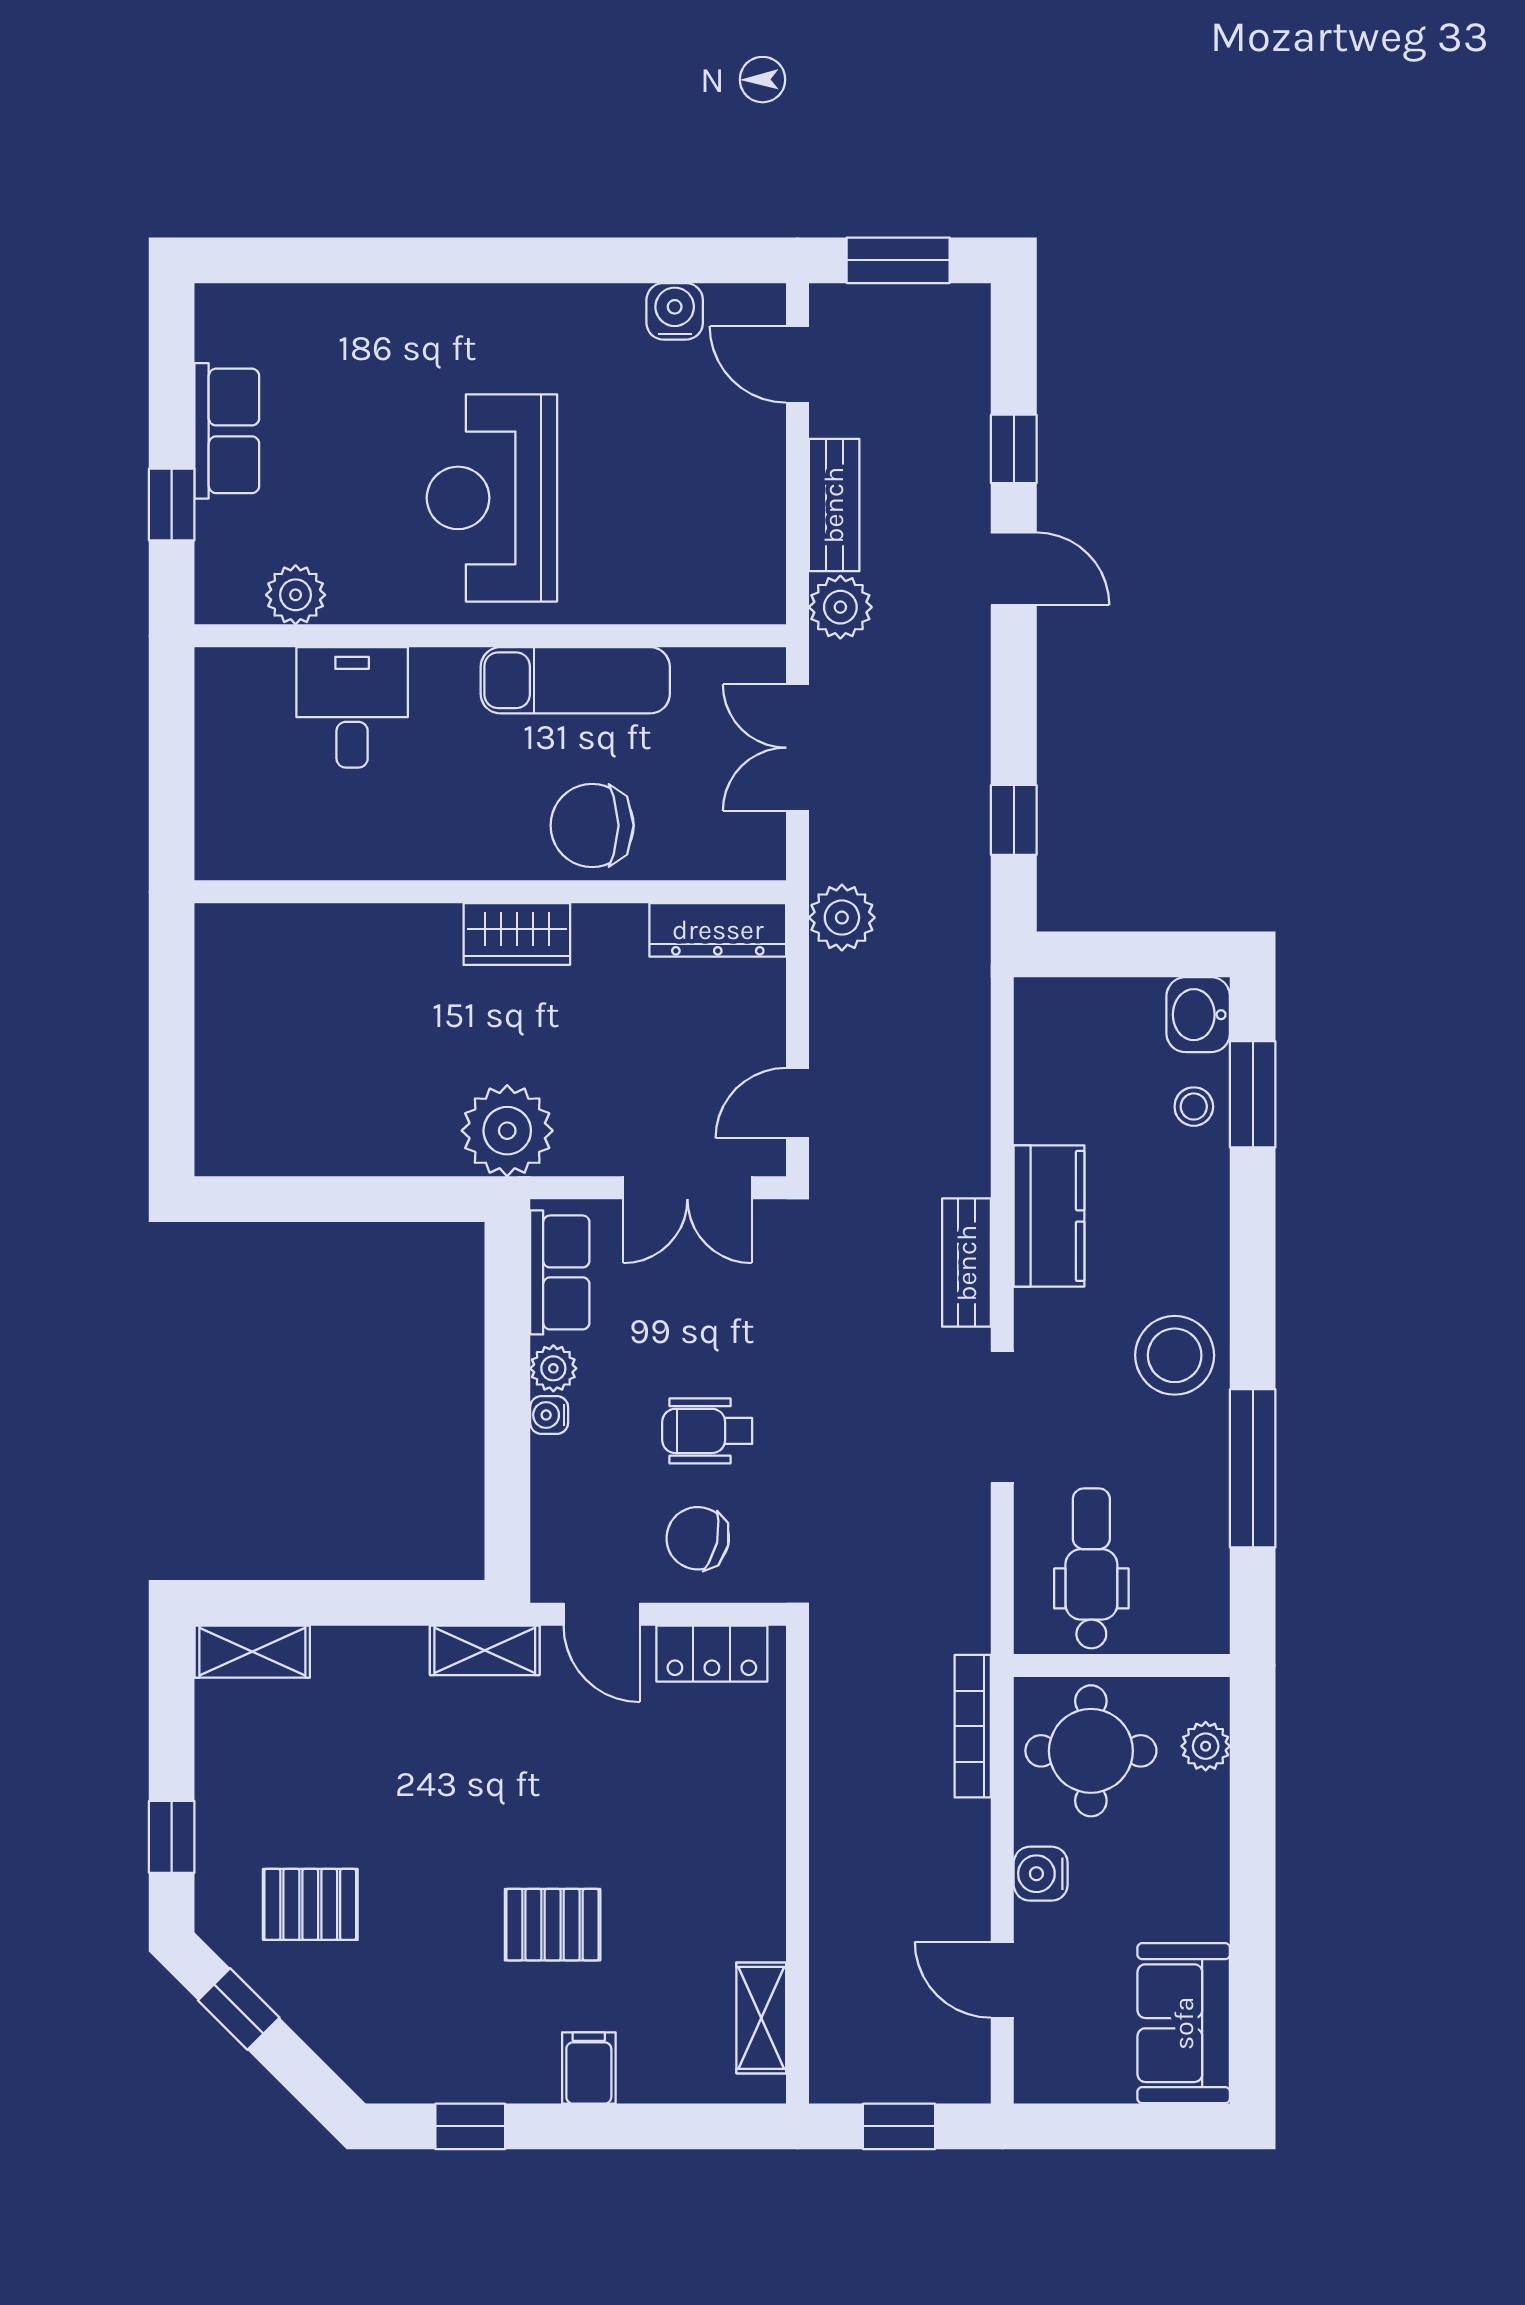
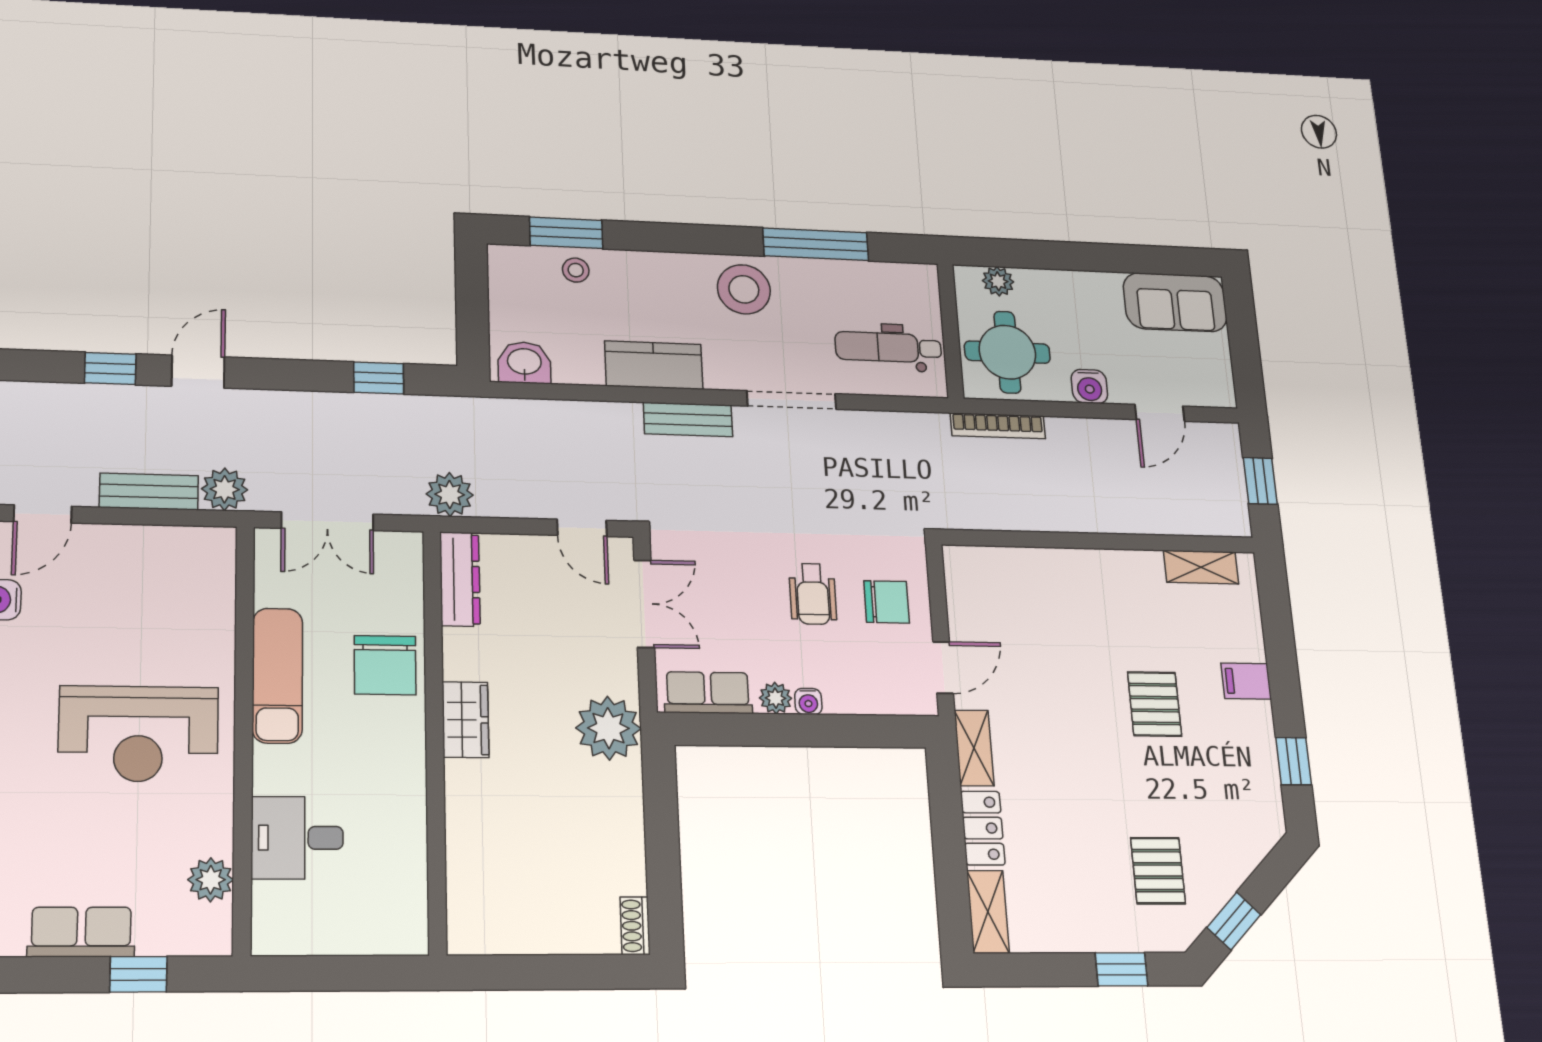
washbasin: (1198, 1015) -> (524, 363), moved, turned 180
shoe rack: (234, 1157) -> (635, 926), added
chair: (698, 1538) -> (887, 602), turned -103
locker: (712, 1654) -> (983, 828), moved

